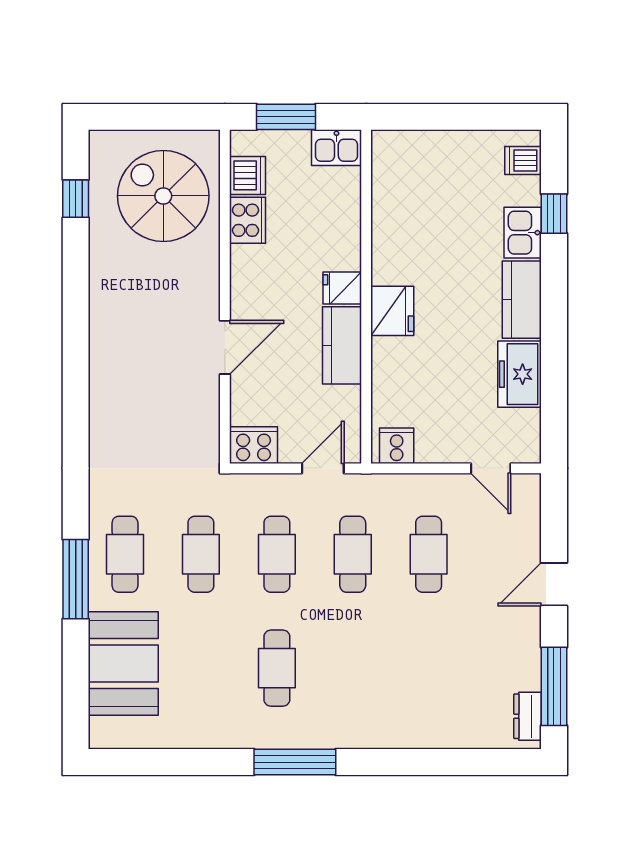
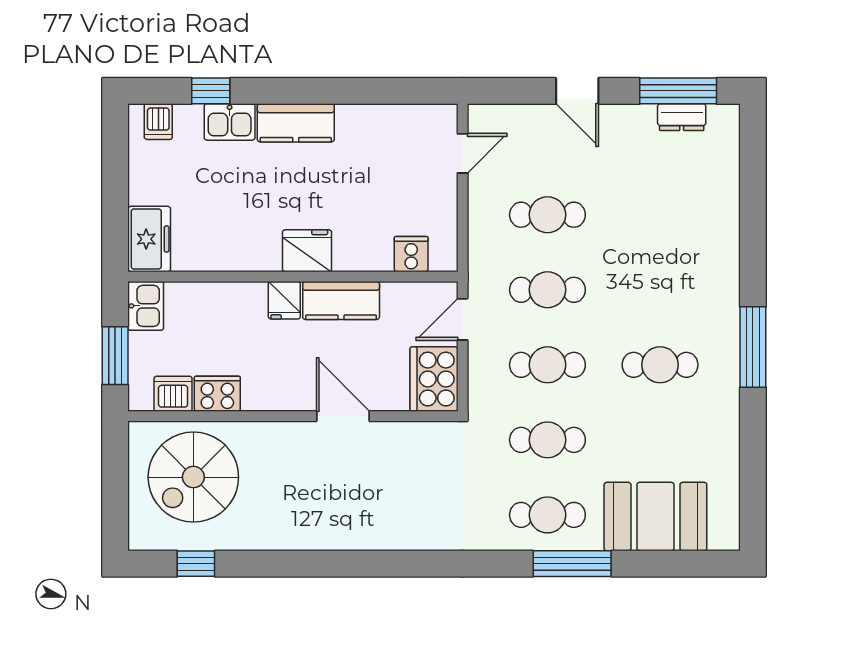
freezer: (520, 374) -> (149, 239), moved, turned -90
cooker: (254, 445) -> (434, 379), width x1.37, depth x1.31
cooker: (397, 446) -> (411, 254), moved, turned 90
door: (323, 468) -> (463, 319), hinge flipped
dresser: (527, 716) -> (682, 117), moved

